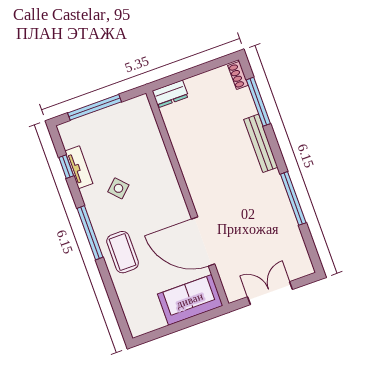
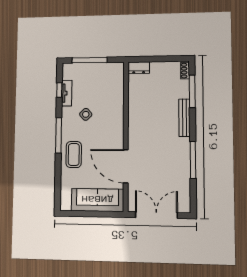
double door: (270, 293) -> (156, 215), width x1.37
sofa: (190, 300) -> (97, 200), width x1.36

